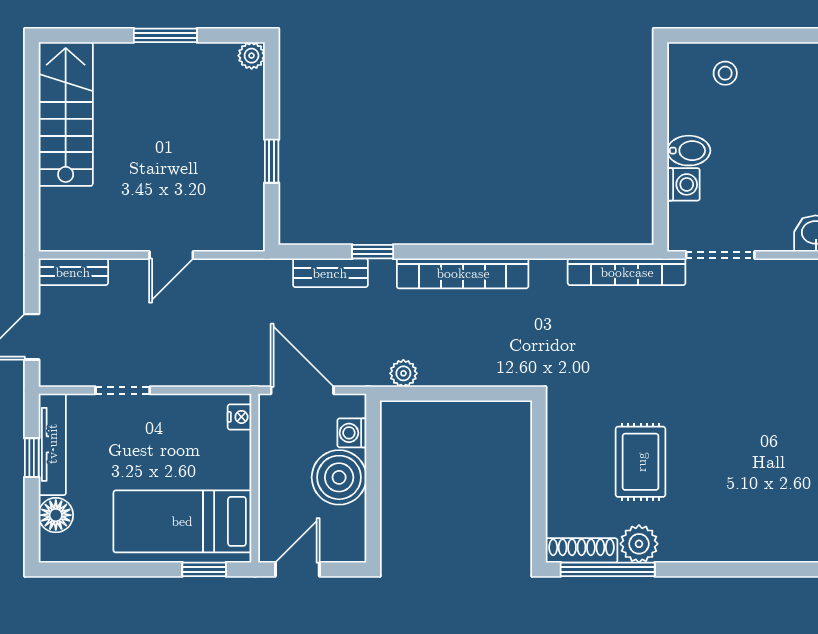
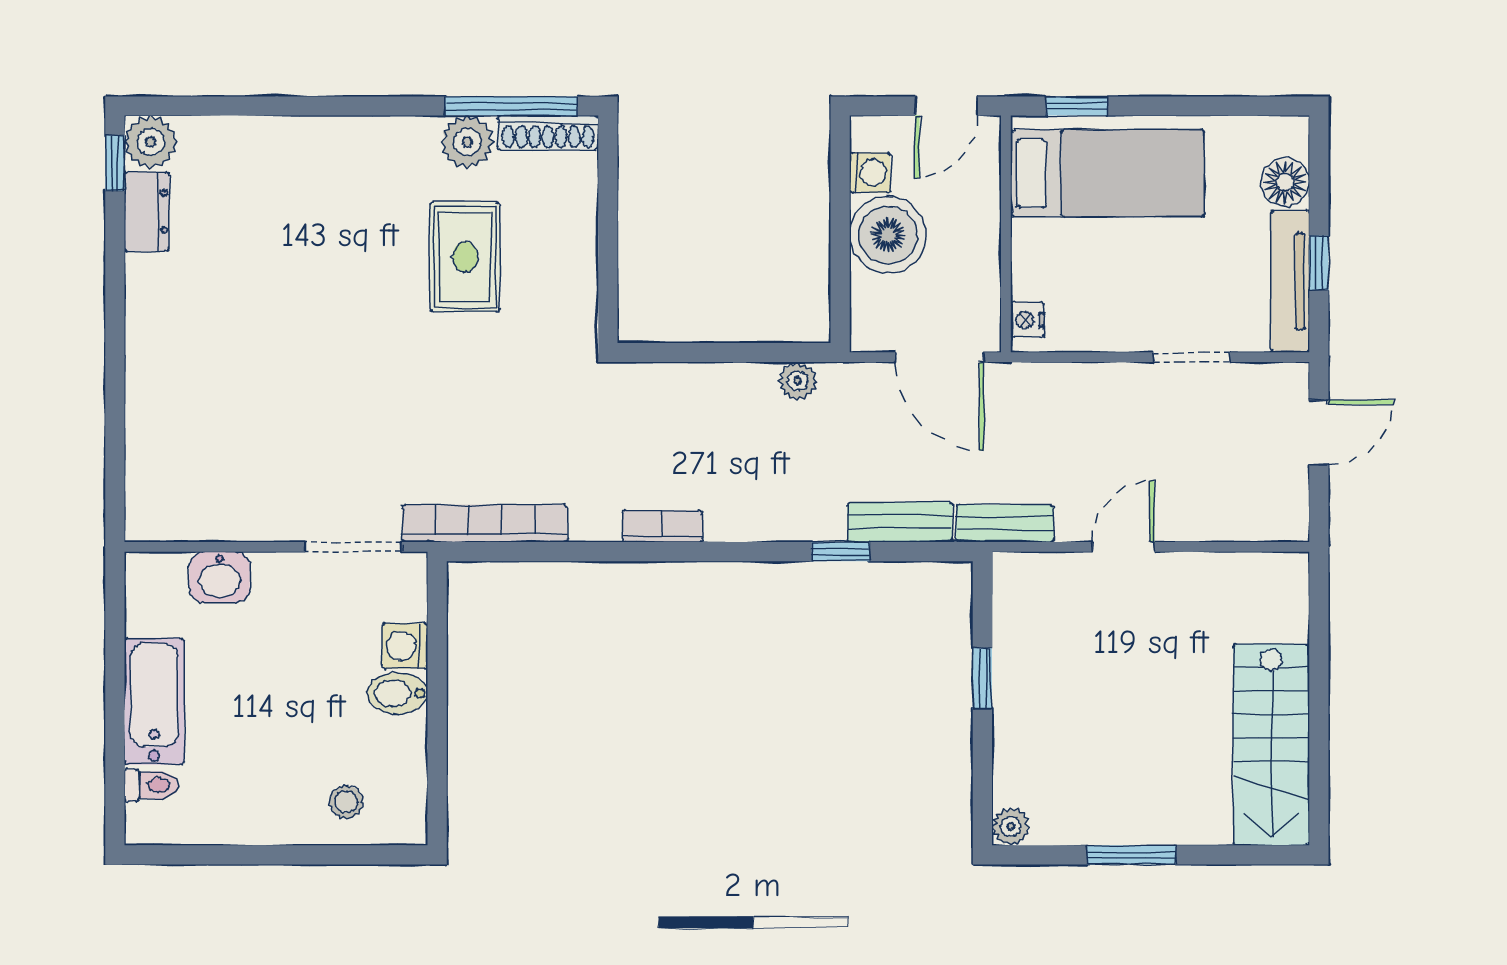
bench: (73, 272) -> (1005, 523), moved
bookcase: (463, 273) -> (662, 526), width x0.43, depth x0.76
washing machine: (352, 433) -> (870, 173), moved

